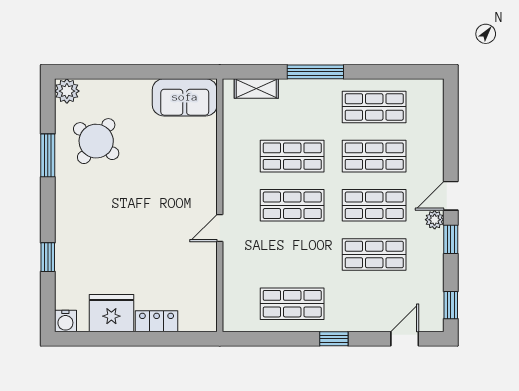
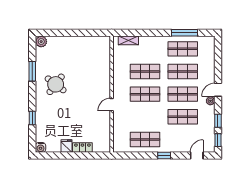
window: (315, 72) -> (184, 33), moved
sofa: (185, 97) -> (95, 44), removed
round table: (96, 141) -> (56, 84), moved
window: (451, 239) -> (218, 121), moved
fridge: (111, 313) -> (66, 146), width x0.53, depth x0.75

